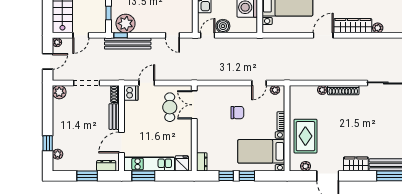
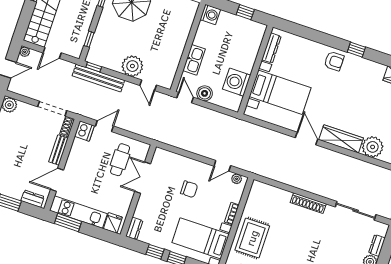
plant: (126, 23) -> (132, 66), moved
plant: (378, 28) -> (373, 147), width x1.88, depth x1.88
door: (208, 35) -> (185, 98), hinge flipped
door: (323, 35) -> (306, 138), hinge flipped
doorway: (87, 83) -> (52, 109), moved
plant: (322, 90) -> (286, 195), removed
double door: (194, 105) -> (143, 178), moved

